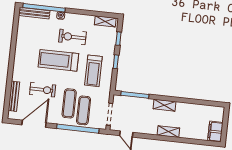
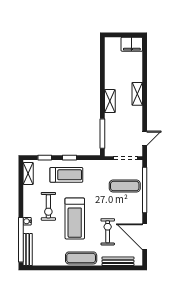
treadmill: (93, 71) -> (66, 175), moved
exercise mat: (69, 103) -> (81, 258), moved

